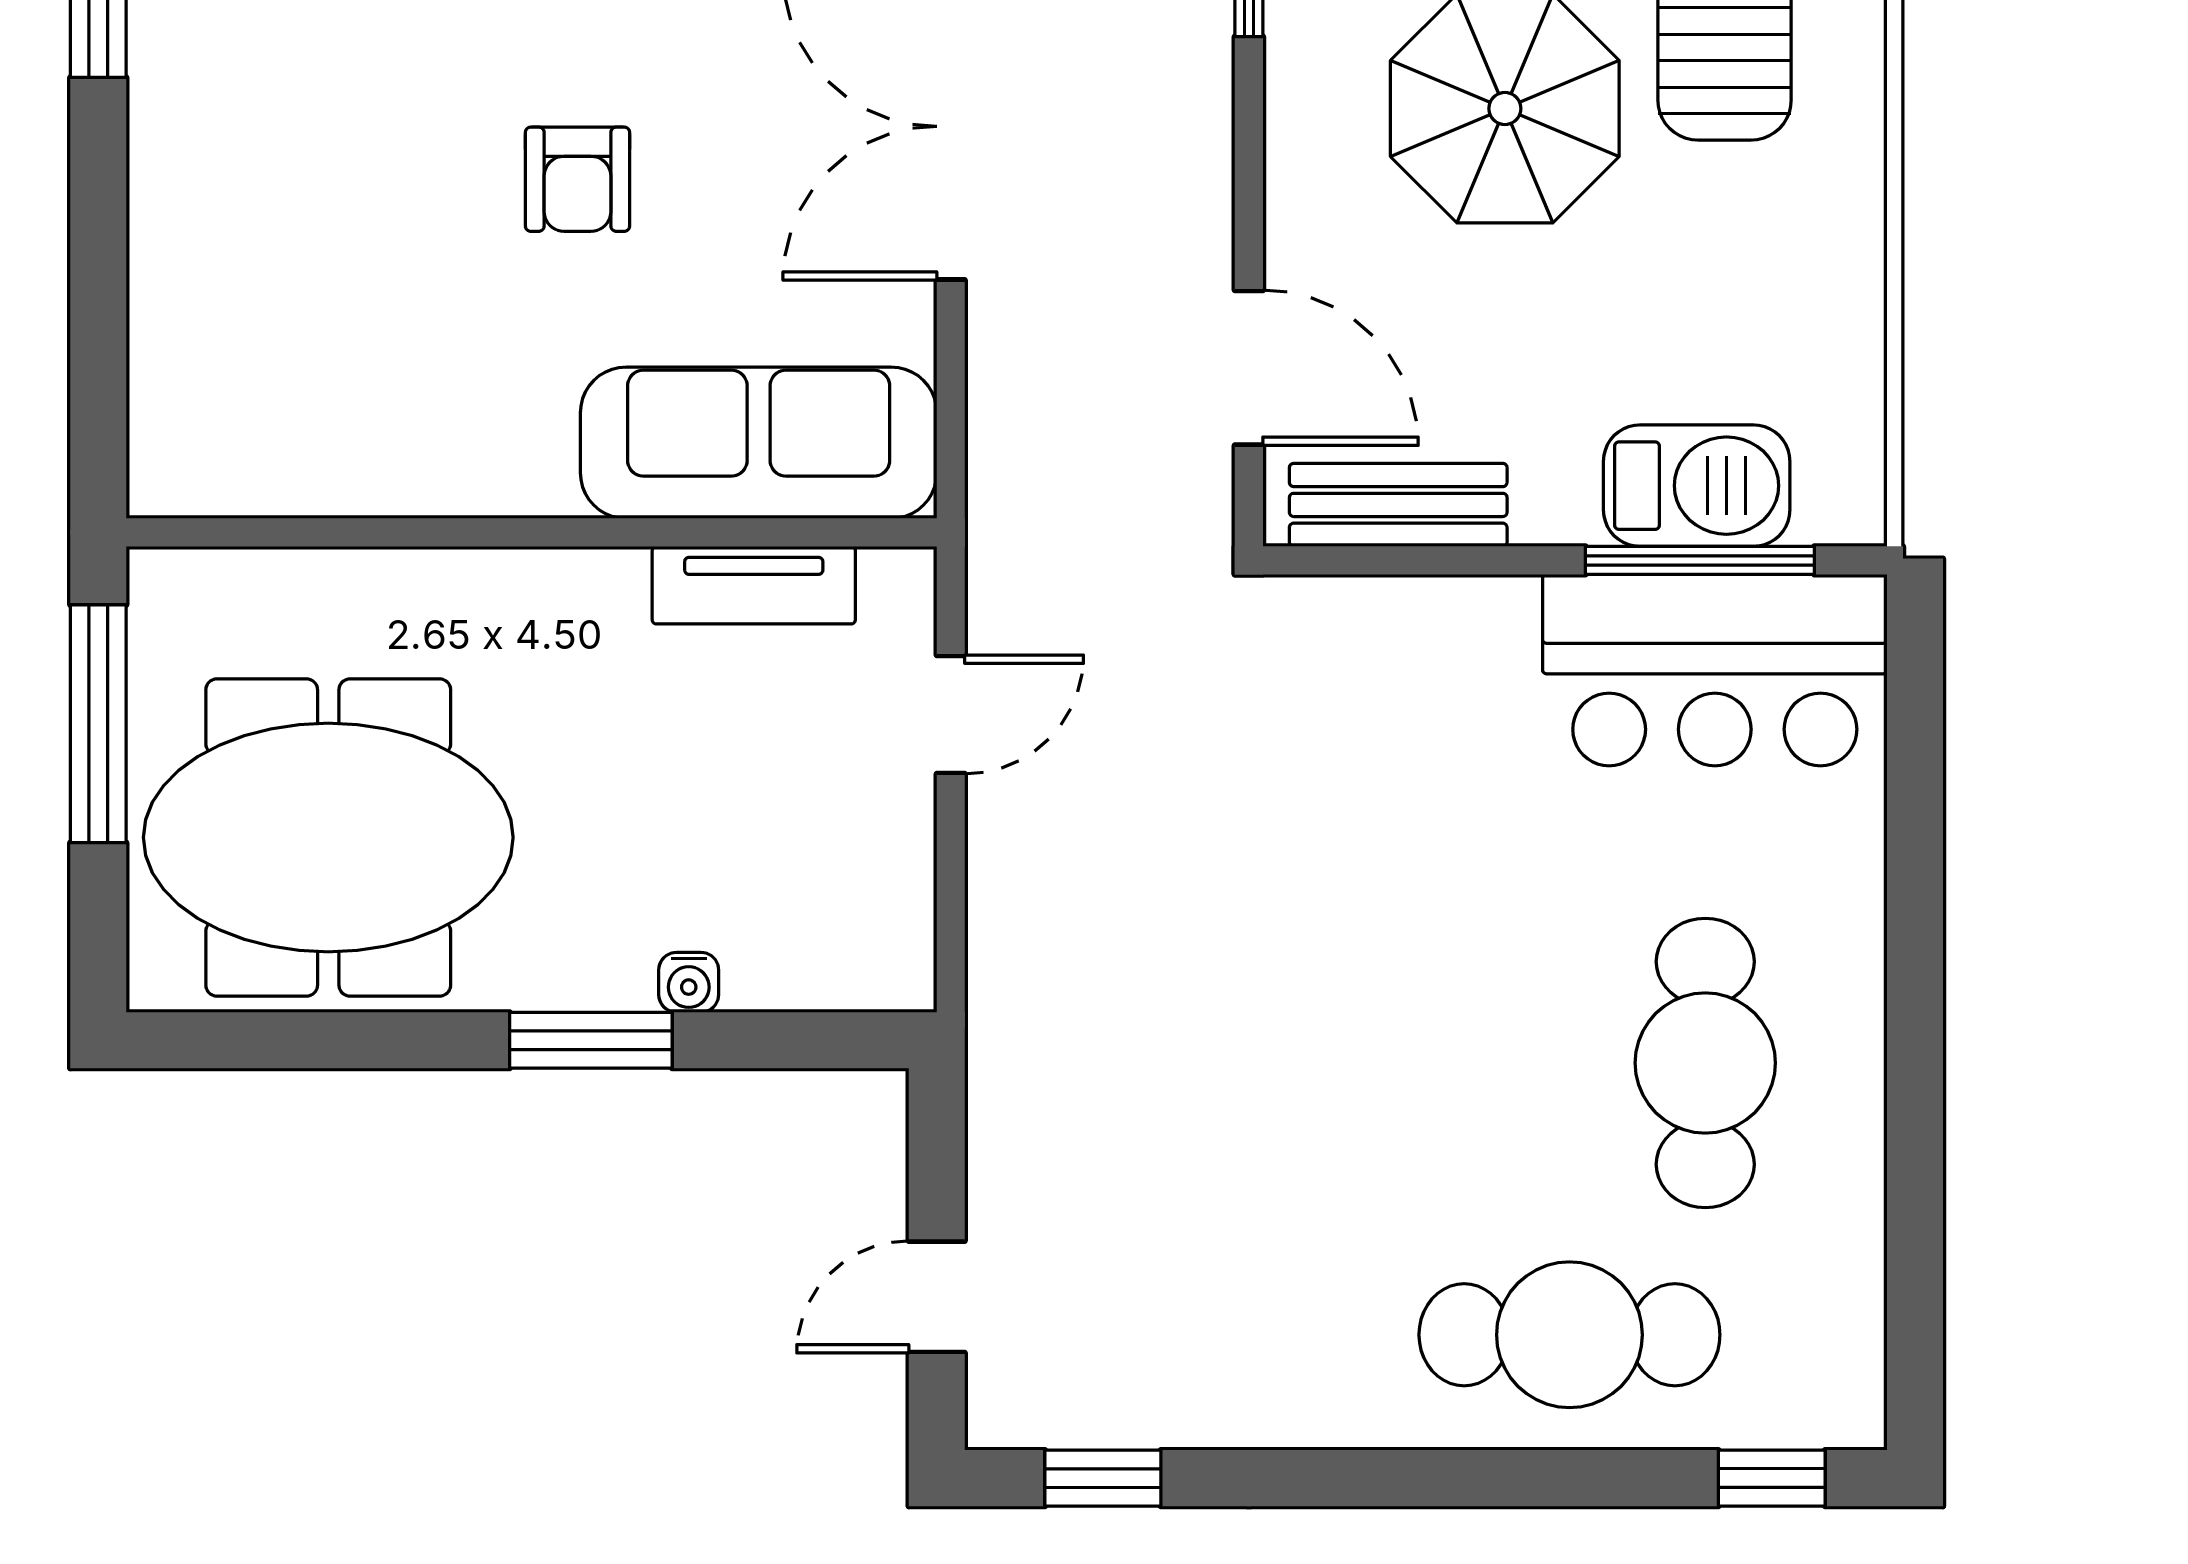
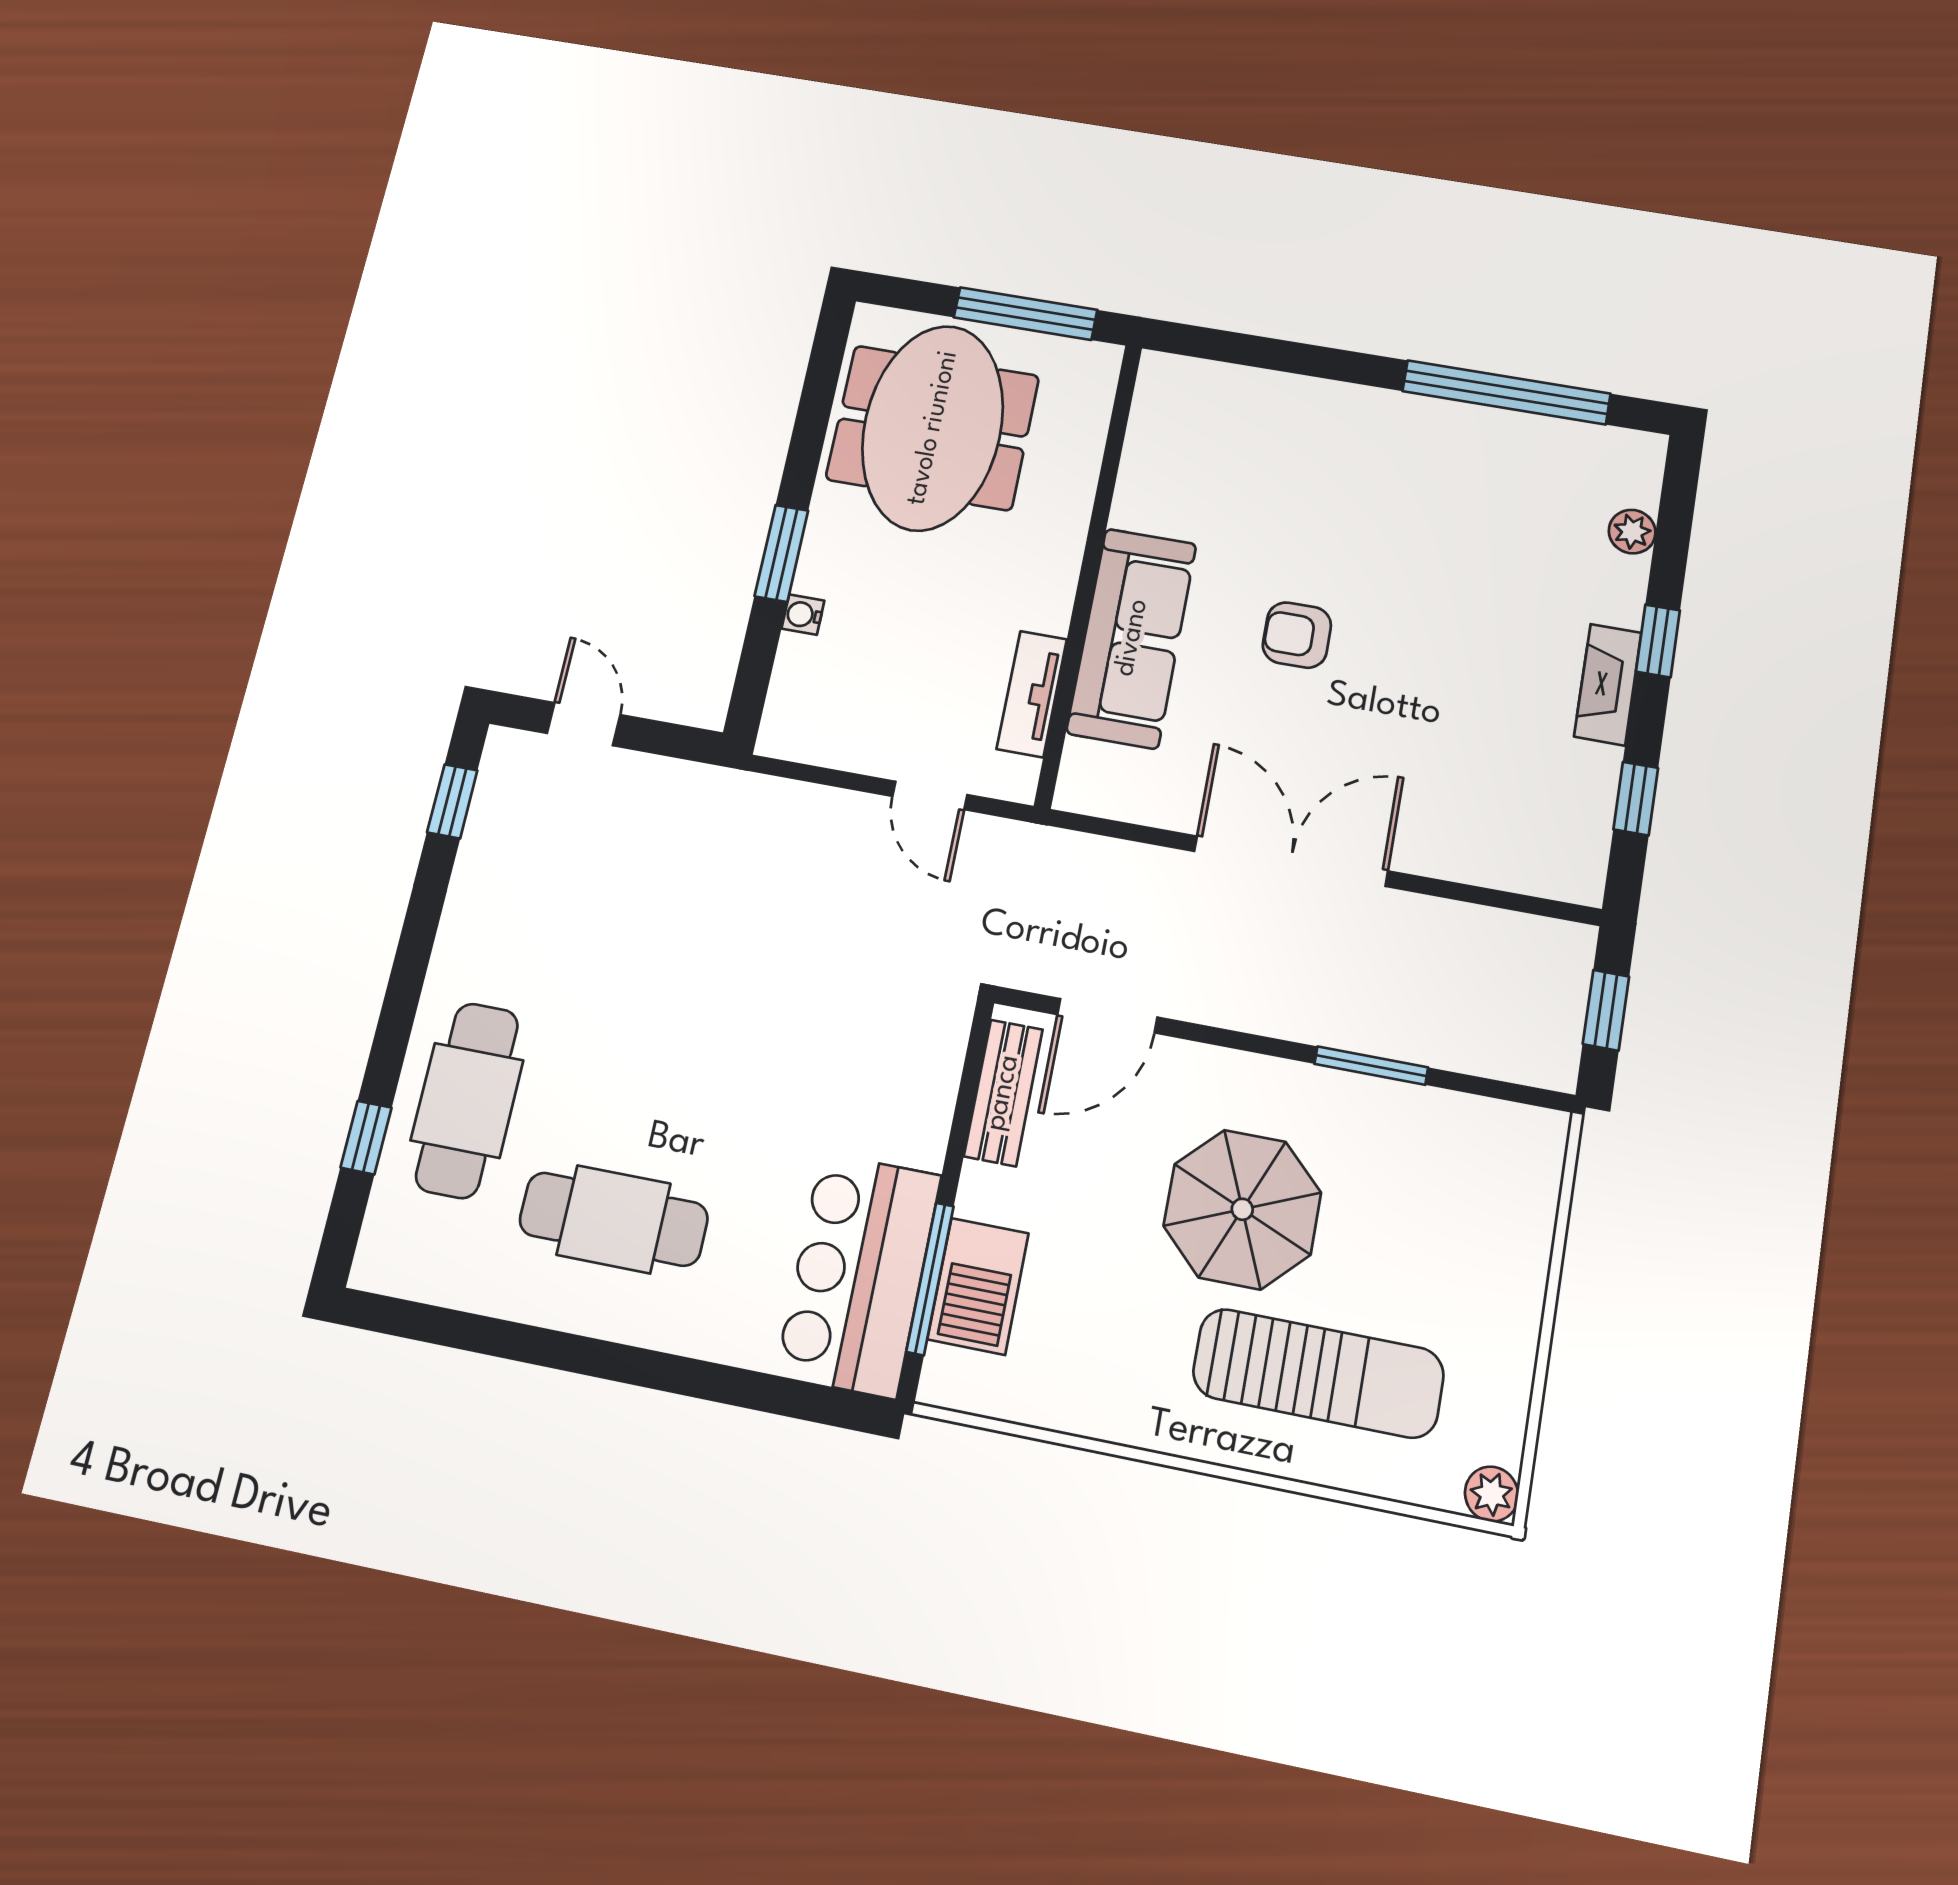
sofa: (759, 443) -> (1132, 638), moved
window: (1772, 1478) -> (366, 1138), moved

